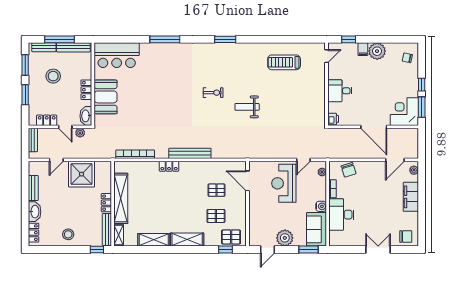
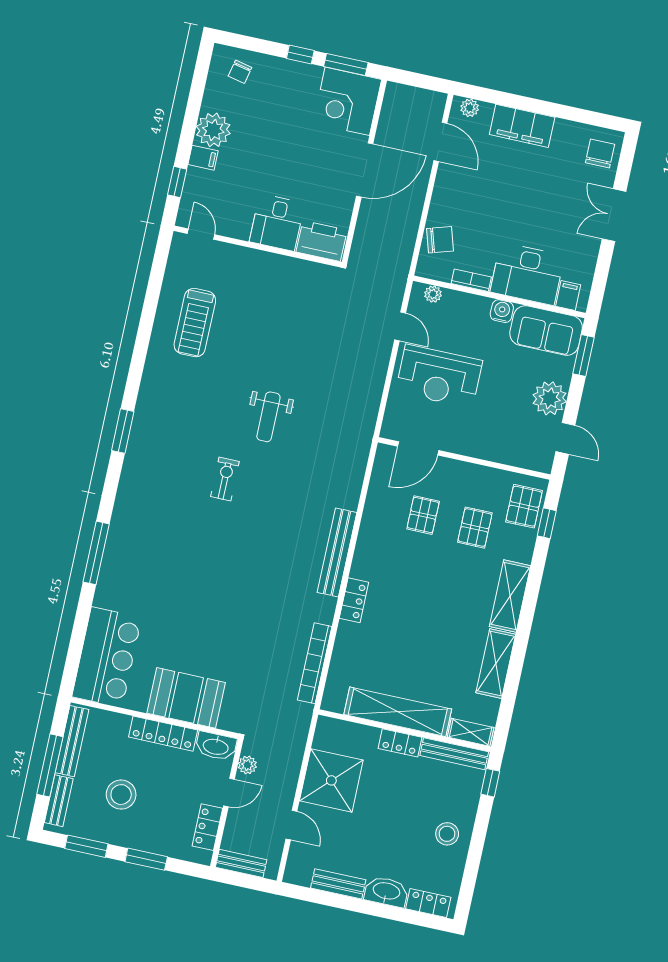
locker: (86, 90) -> (163, 734), width x1.53
printer: (333, 119) -> (322, 241), width x1.87, depth x1.48
filing cabinet: (335, 236) -> (568, 296), added

